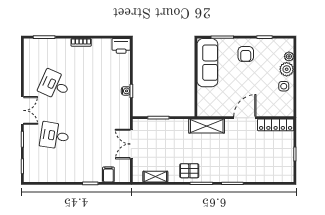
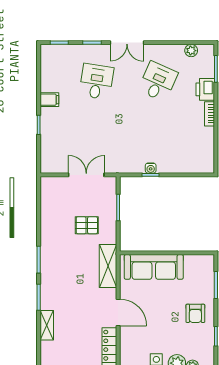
printer: (121, 46) -> (205, 89), moved
armchair: (246, 54) -> (195, 313), turned -90
plant: (29, 57) -> (191, 51), added
sofa: (207, 63) -> (154, 267), moved
pallet: (189, 171) -> (87, 225), moved, turned 90
filing cabinet: (108, 174) -> (49, 100), moved
shelving: (155, 177) -> (47, 325), moved

